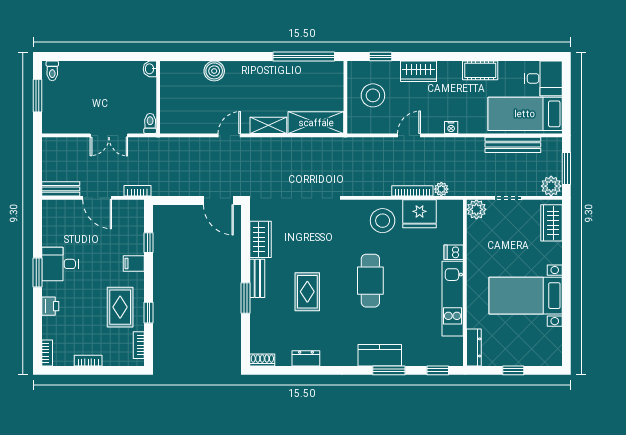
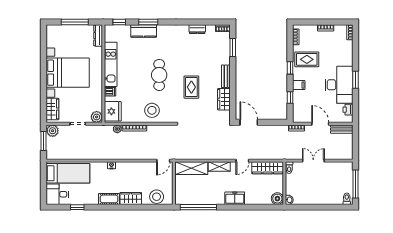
window: (380, 57) -> (77, 207), moved
cot: (480, 70) -> (109, 199), moved
boiler: (214, 71) -> (277, 199), moved
freezer: (242, 72) -> (235, 198), added
stool: (373, 95) -> (157, 197), moved
window: (38, 96) -> (355, 184), width x1.44
wardrobe: (187, 123) -> (268, 168), added
door: (409, 135) -> (163, 161), moved
bench: (513, 145) -> (75, 155), removed
fridge: (420, 214) -> (113, 111), moved, turned 90
desk: (60, 264) -> (339, 85), width x1.87, depth x1.30
rug: (307, 292) -> (191, 87), moved
bed with nightstands: (526, 296) -> (68, 73), width x1.36
window: (246, 298) -> (233, 48), moved
printer: (50, 306) -> (348, 110), moved
rug: (120, 307) -> (307, 59), turned 90
window: (148, 313) -> (290, 68), moved
kitchen counter: (380, 355) -> (144, 31), moved
window: (513, 370) -> (75, 22), width x2.17

